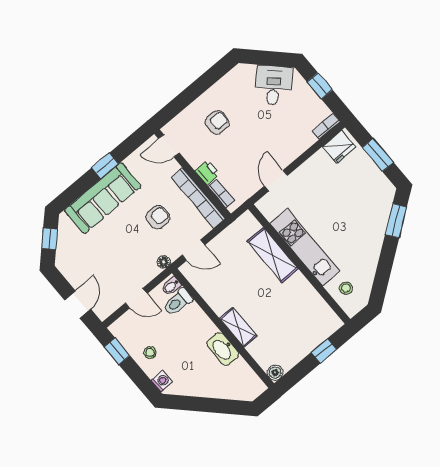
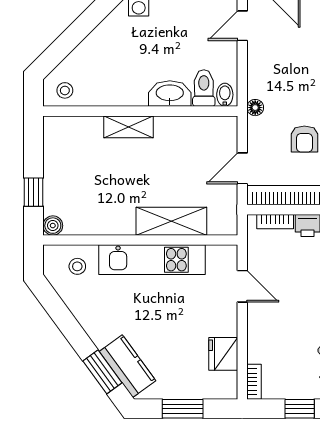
fridge: (339, 147) -> (223, 354), moved
kitchen counter: (380, 209) -> (127, 366), added
door: (193, 250) -> (242, 168), moved
door: (136, 298) -> (242, 26), moved
washbasin: (223, 349) -> (170, 94), moved
stool: (150, 353) -> (65, 90), moved
boiler: (275, 373) -> (53, 226), moved

